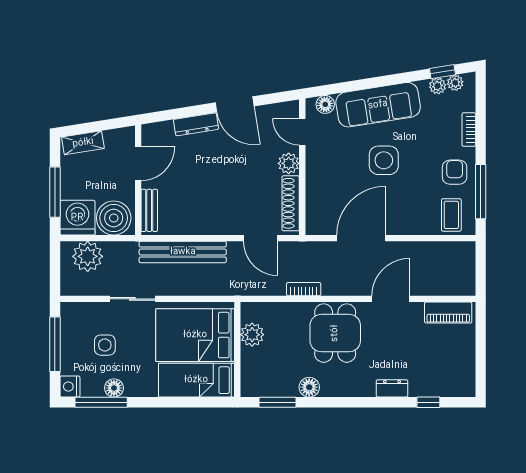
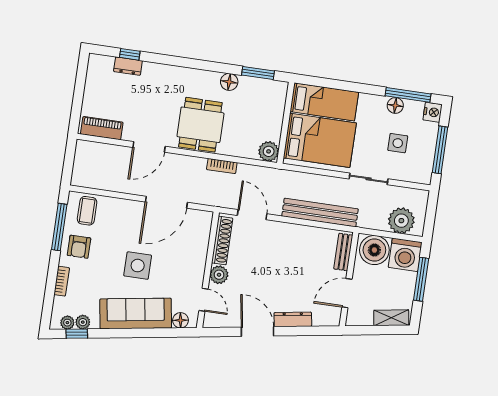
plant: (252, 335) -> (269, 151), moved
dresser: (392, 388) -> (128, 66), moved

